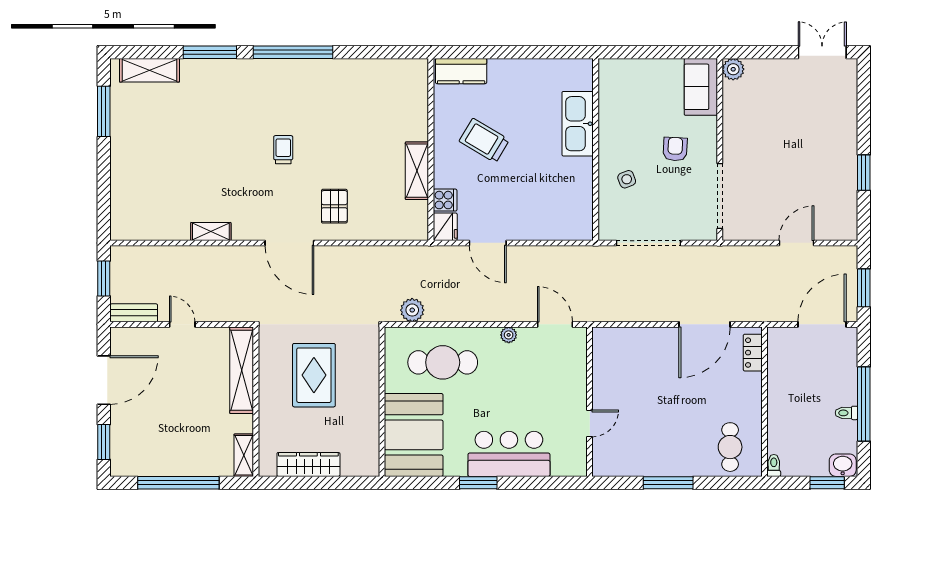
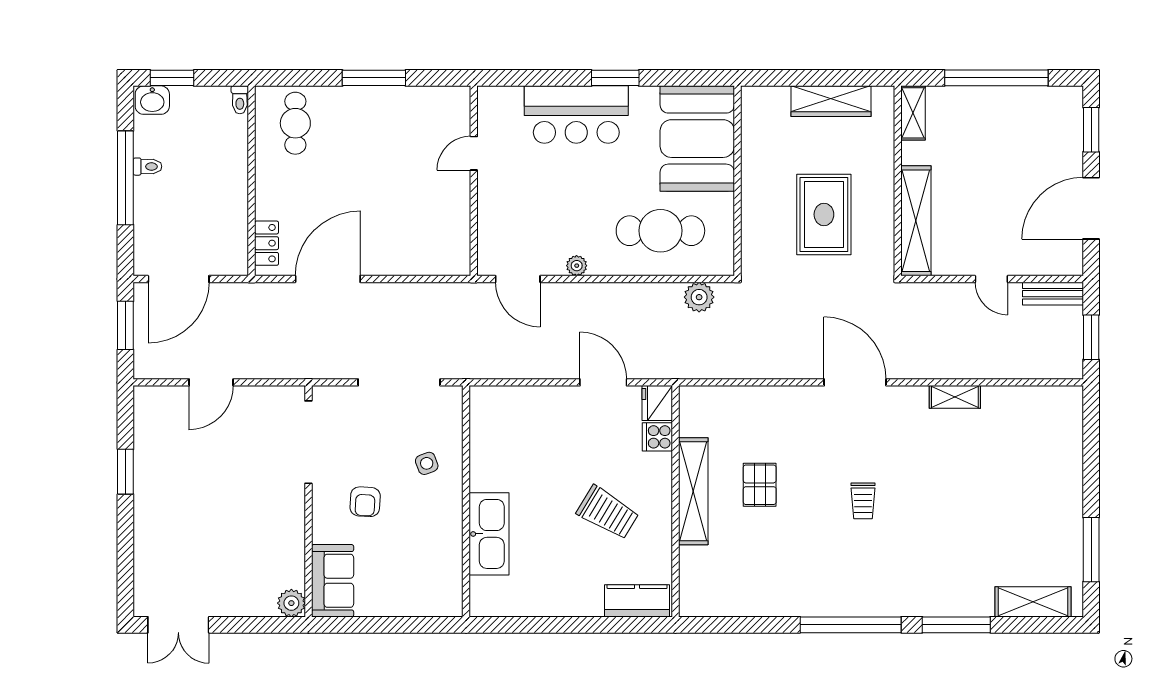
shelving: (417, 171) -> (693, 491), width x1.47
pallet: (334, 206) -> (760, 485), moved

